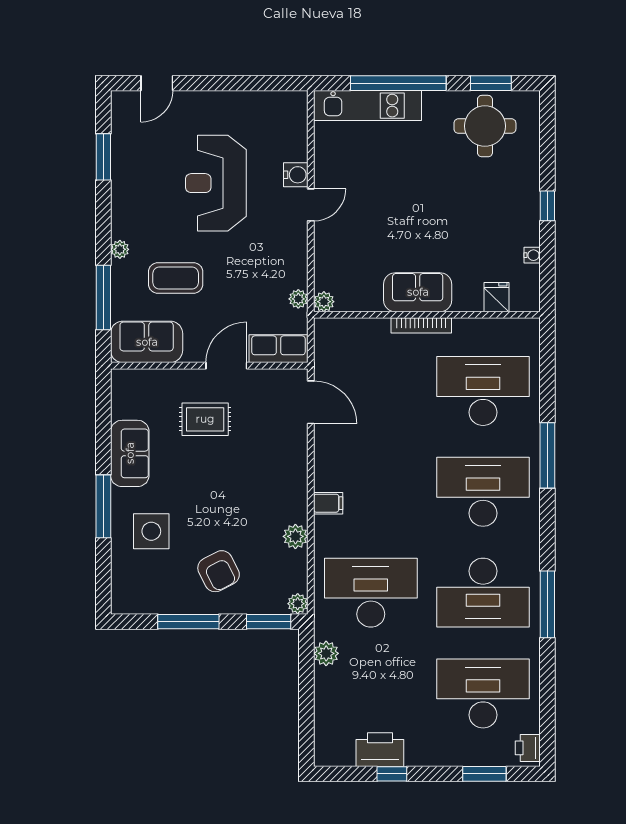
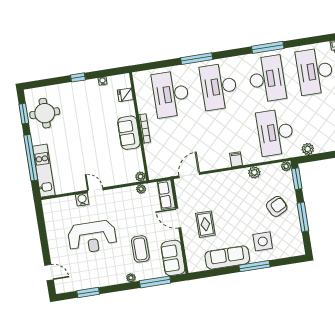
sofa: (130, 453) -> (227, 258), width x1.36

